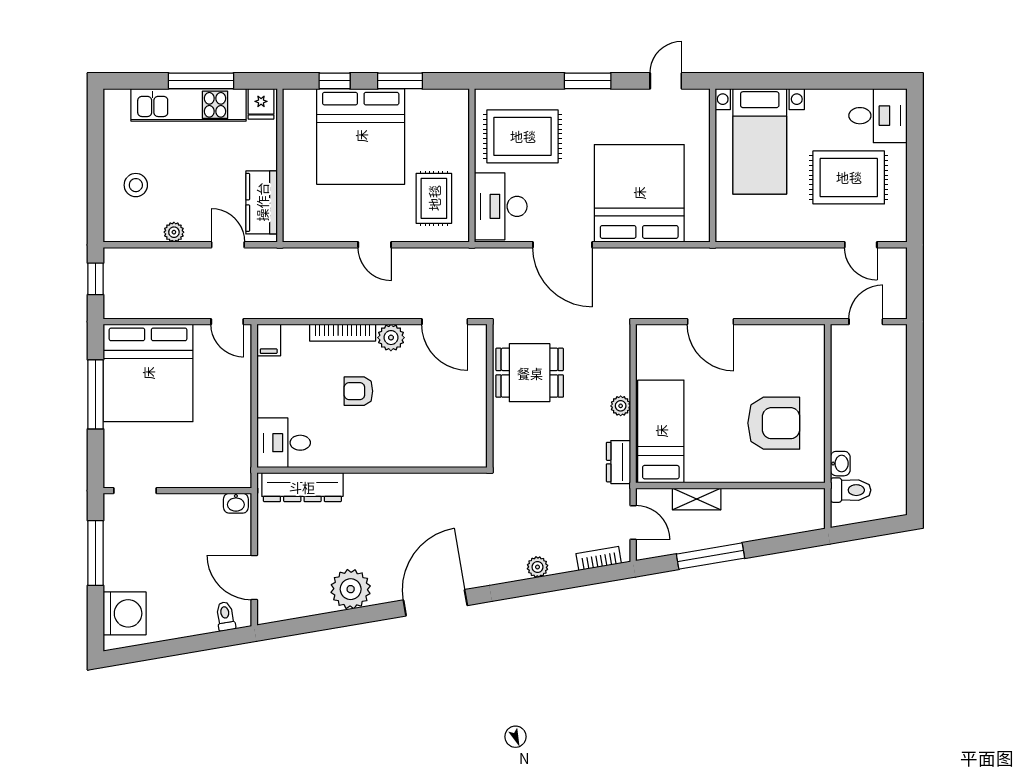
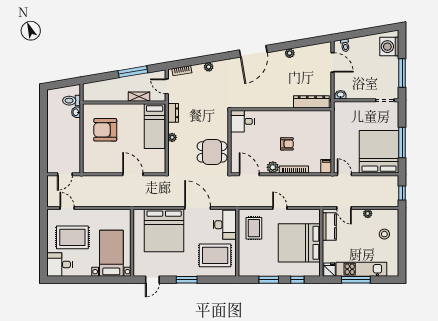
bed: (361, 136) -> (299, 243), moved, turned -90
desk: (284, 443) -> (242, 121), moved, turned 180
plant: (351, 589) -> (290, 53), width x0.53, depth x0.53

